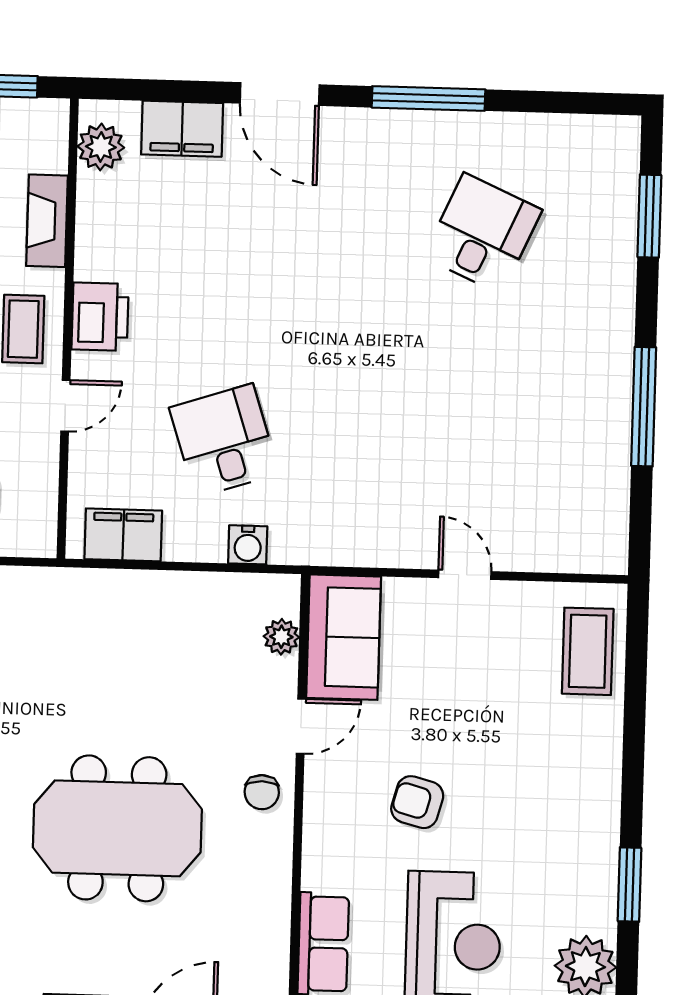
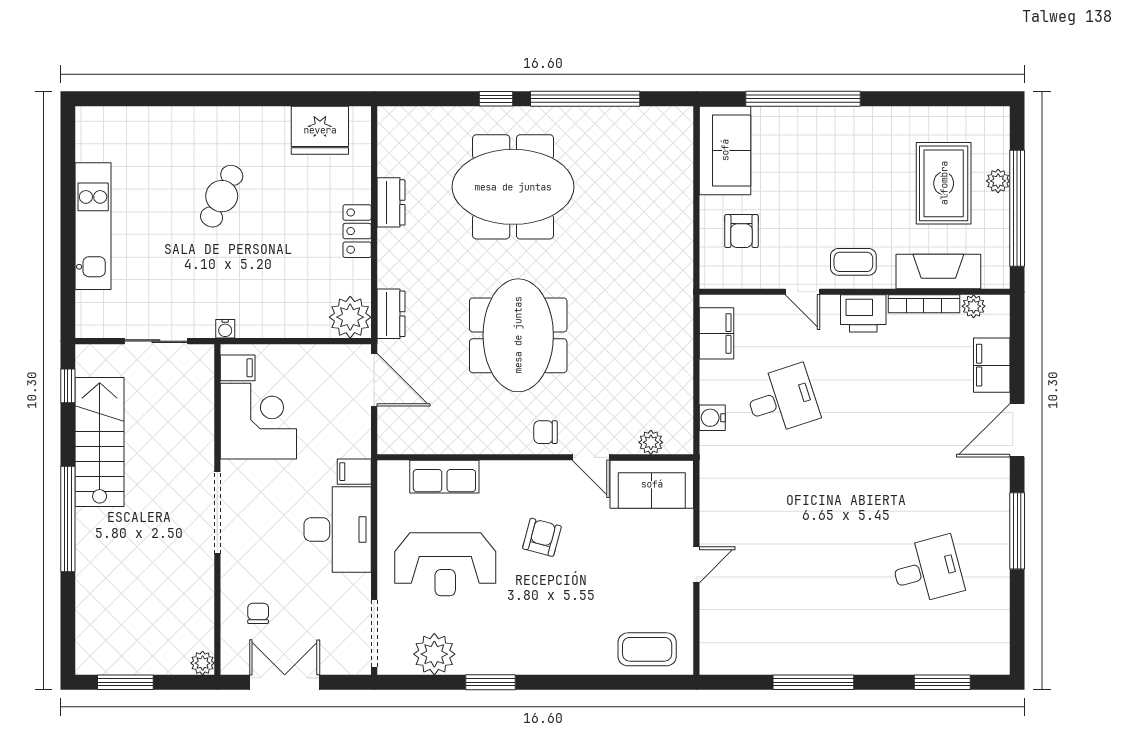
plant: (101, 147) -> (974, 306), width x0.73, depth x0.73
fireplace: (47, 221) -> (938, 271), width x1.37, depth x1.32
bookcase: (89, 226) -> (924, 304), added
desk: (483, 233) -> (927, 570), turned -39

